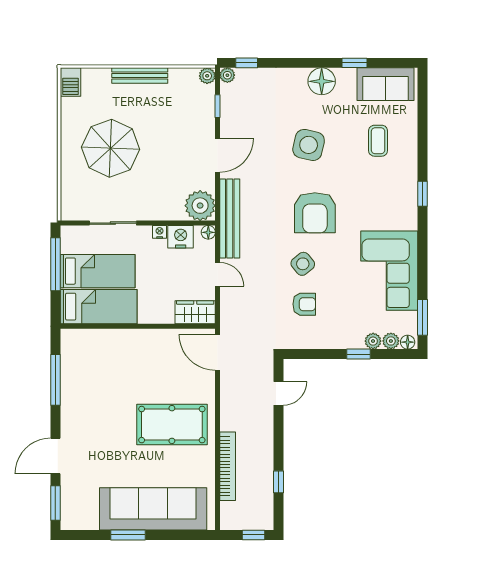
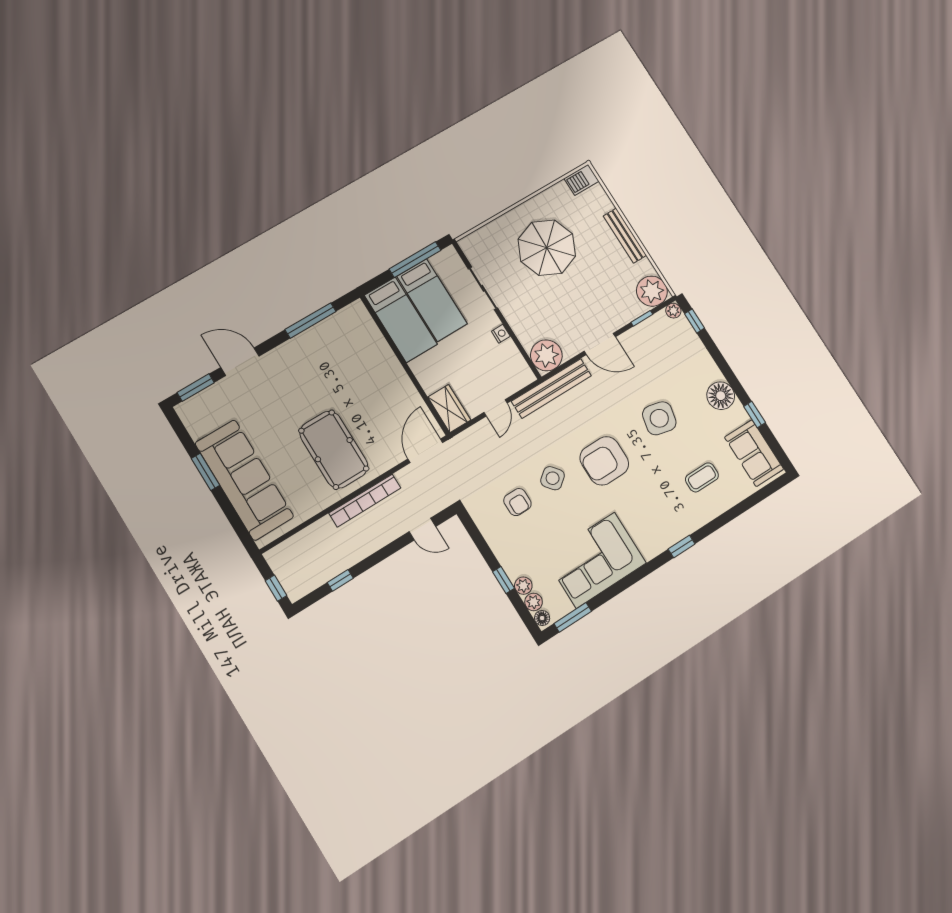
plant: (207, 76) -> (652, 291), width x1.88, depth x1.88
floor lamp: (208, 232) -> (527, 377), removed
nightstand: (181, 237) -> (508, 355), removed
bookcase: (228, 466) -> (365, 501), moved

